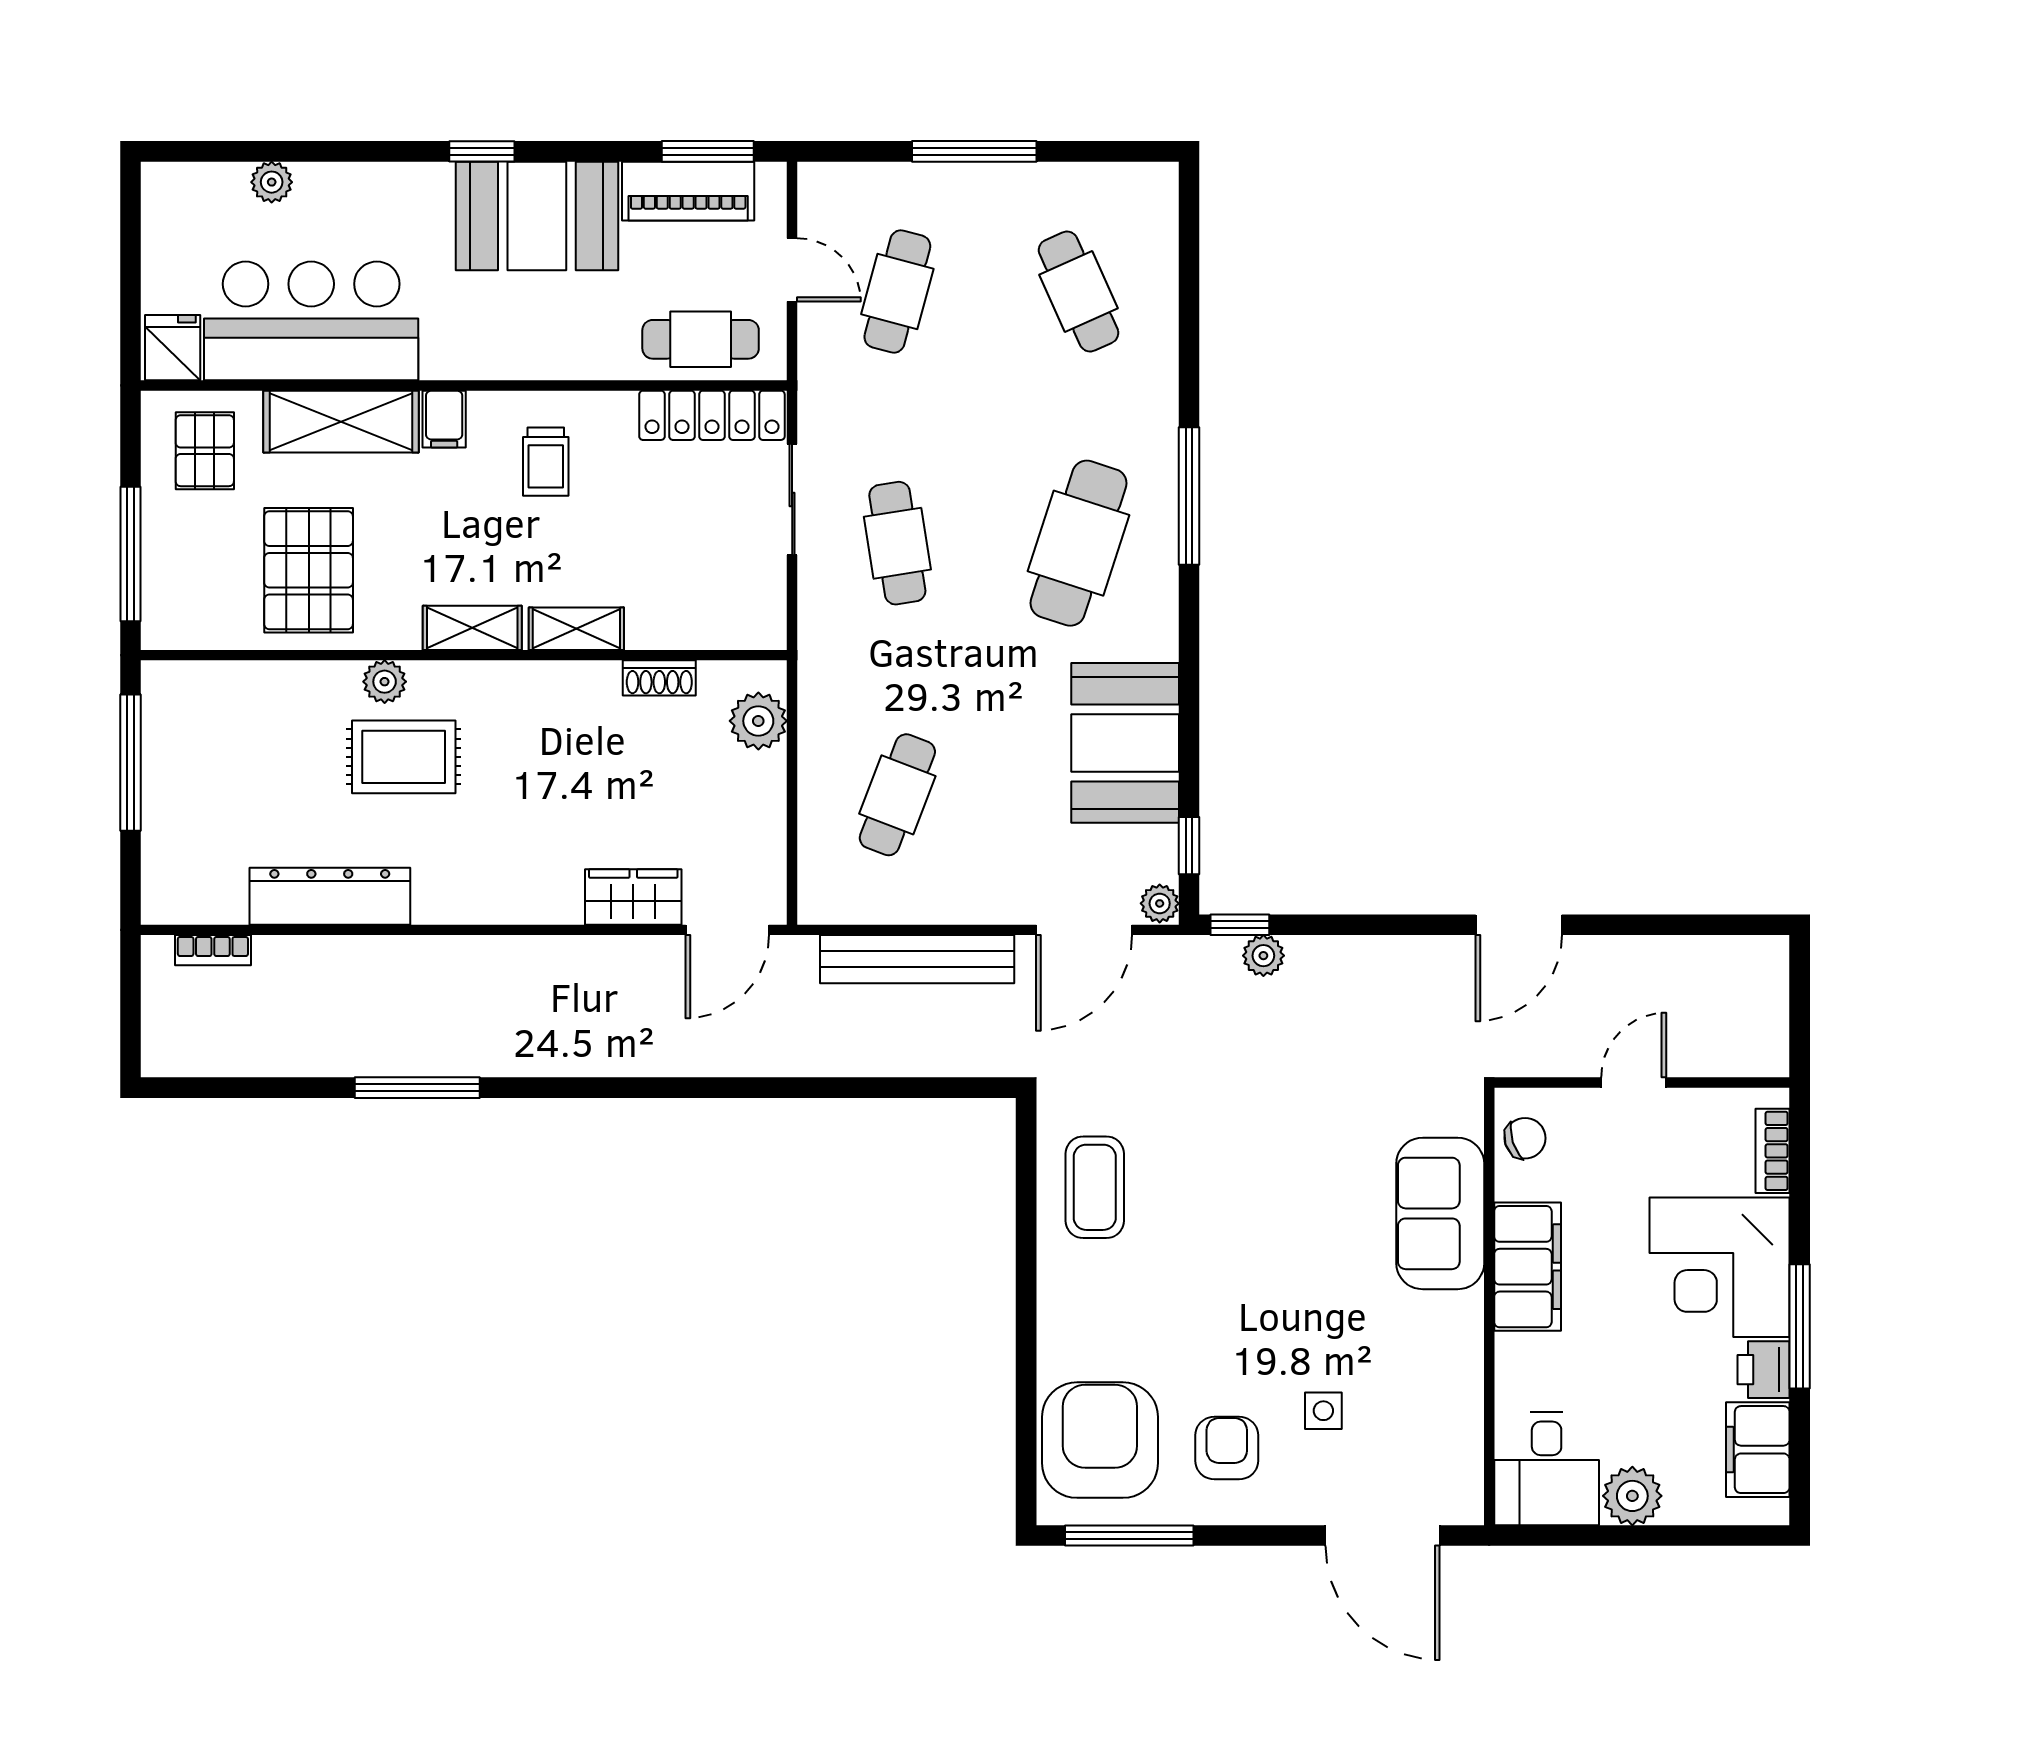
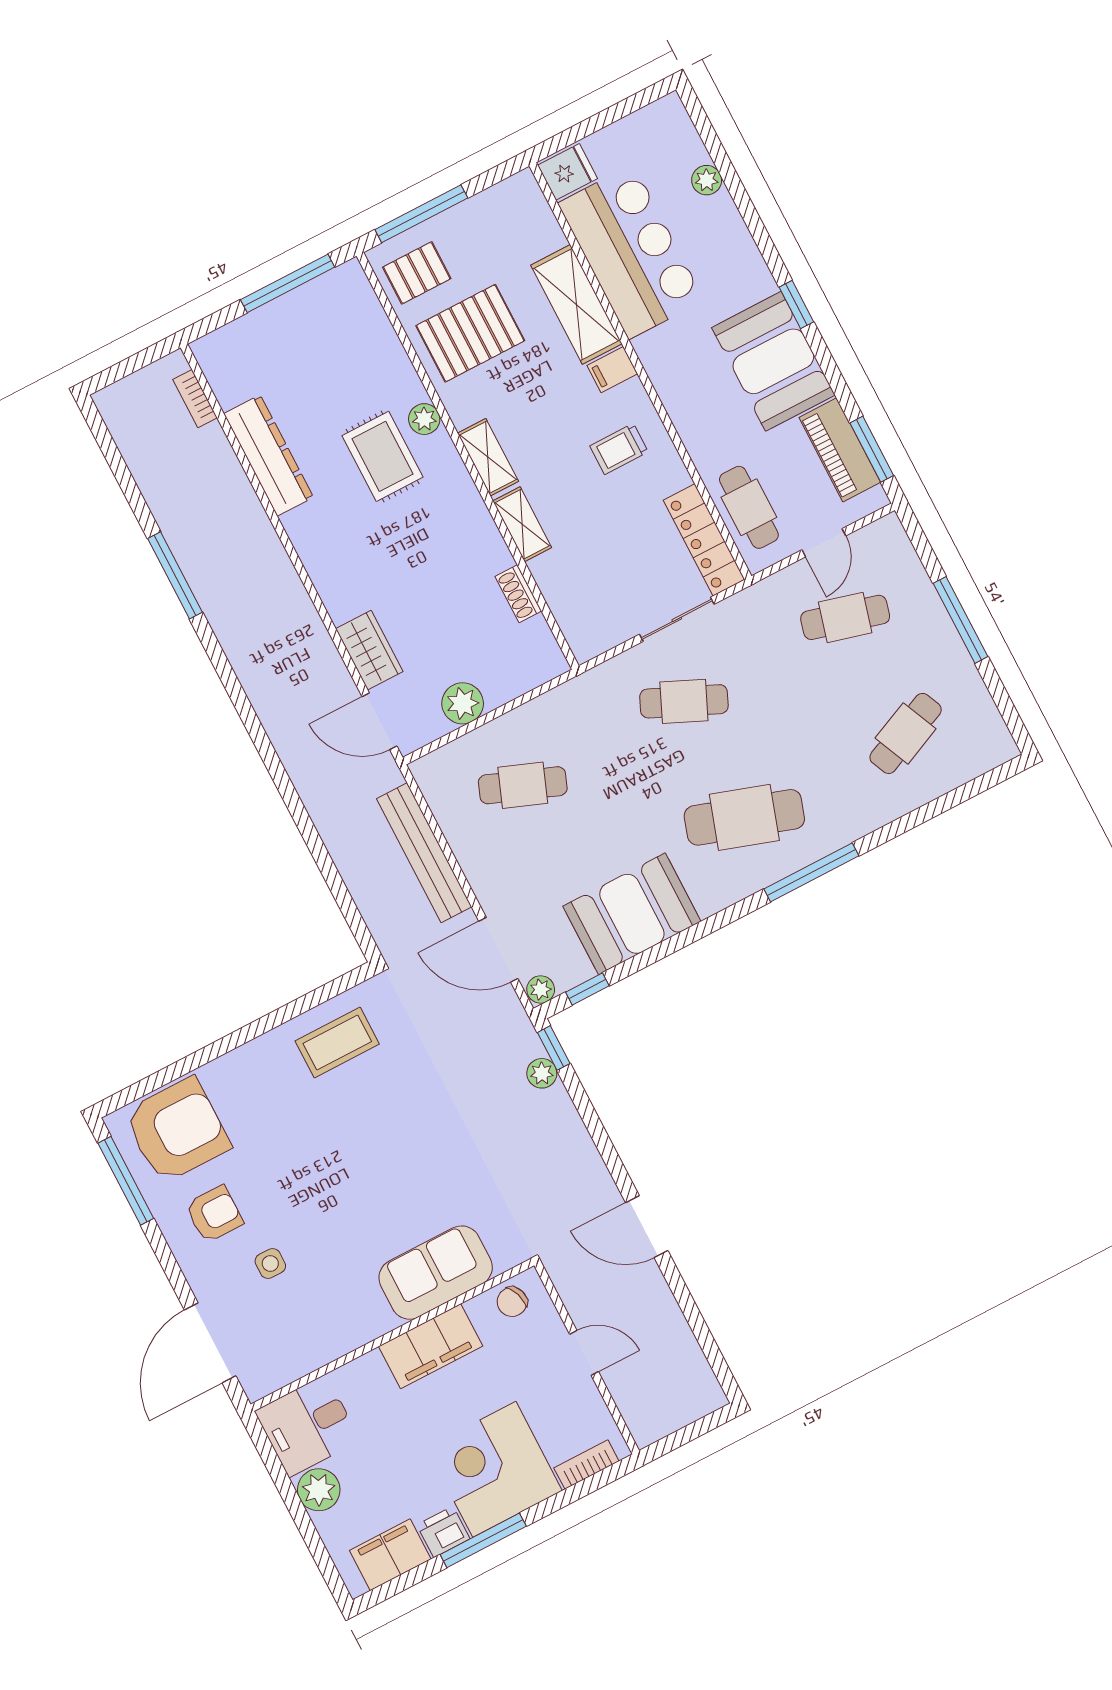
pallet: (205, 451) -> (417, 273), moved
cafe table: (897, 543) -> (684, 701), turned 33
plant: (758, 721) -> (463, 703), moved
chair: (1525, 1138) -> (512, 1302), turned 89

